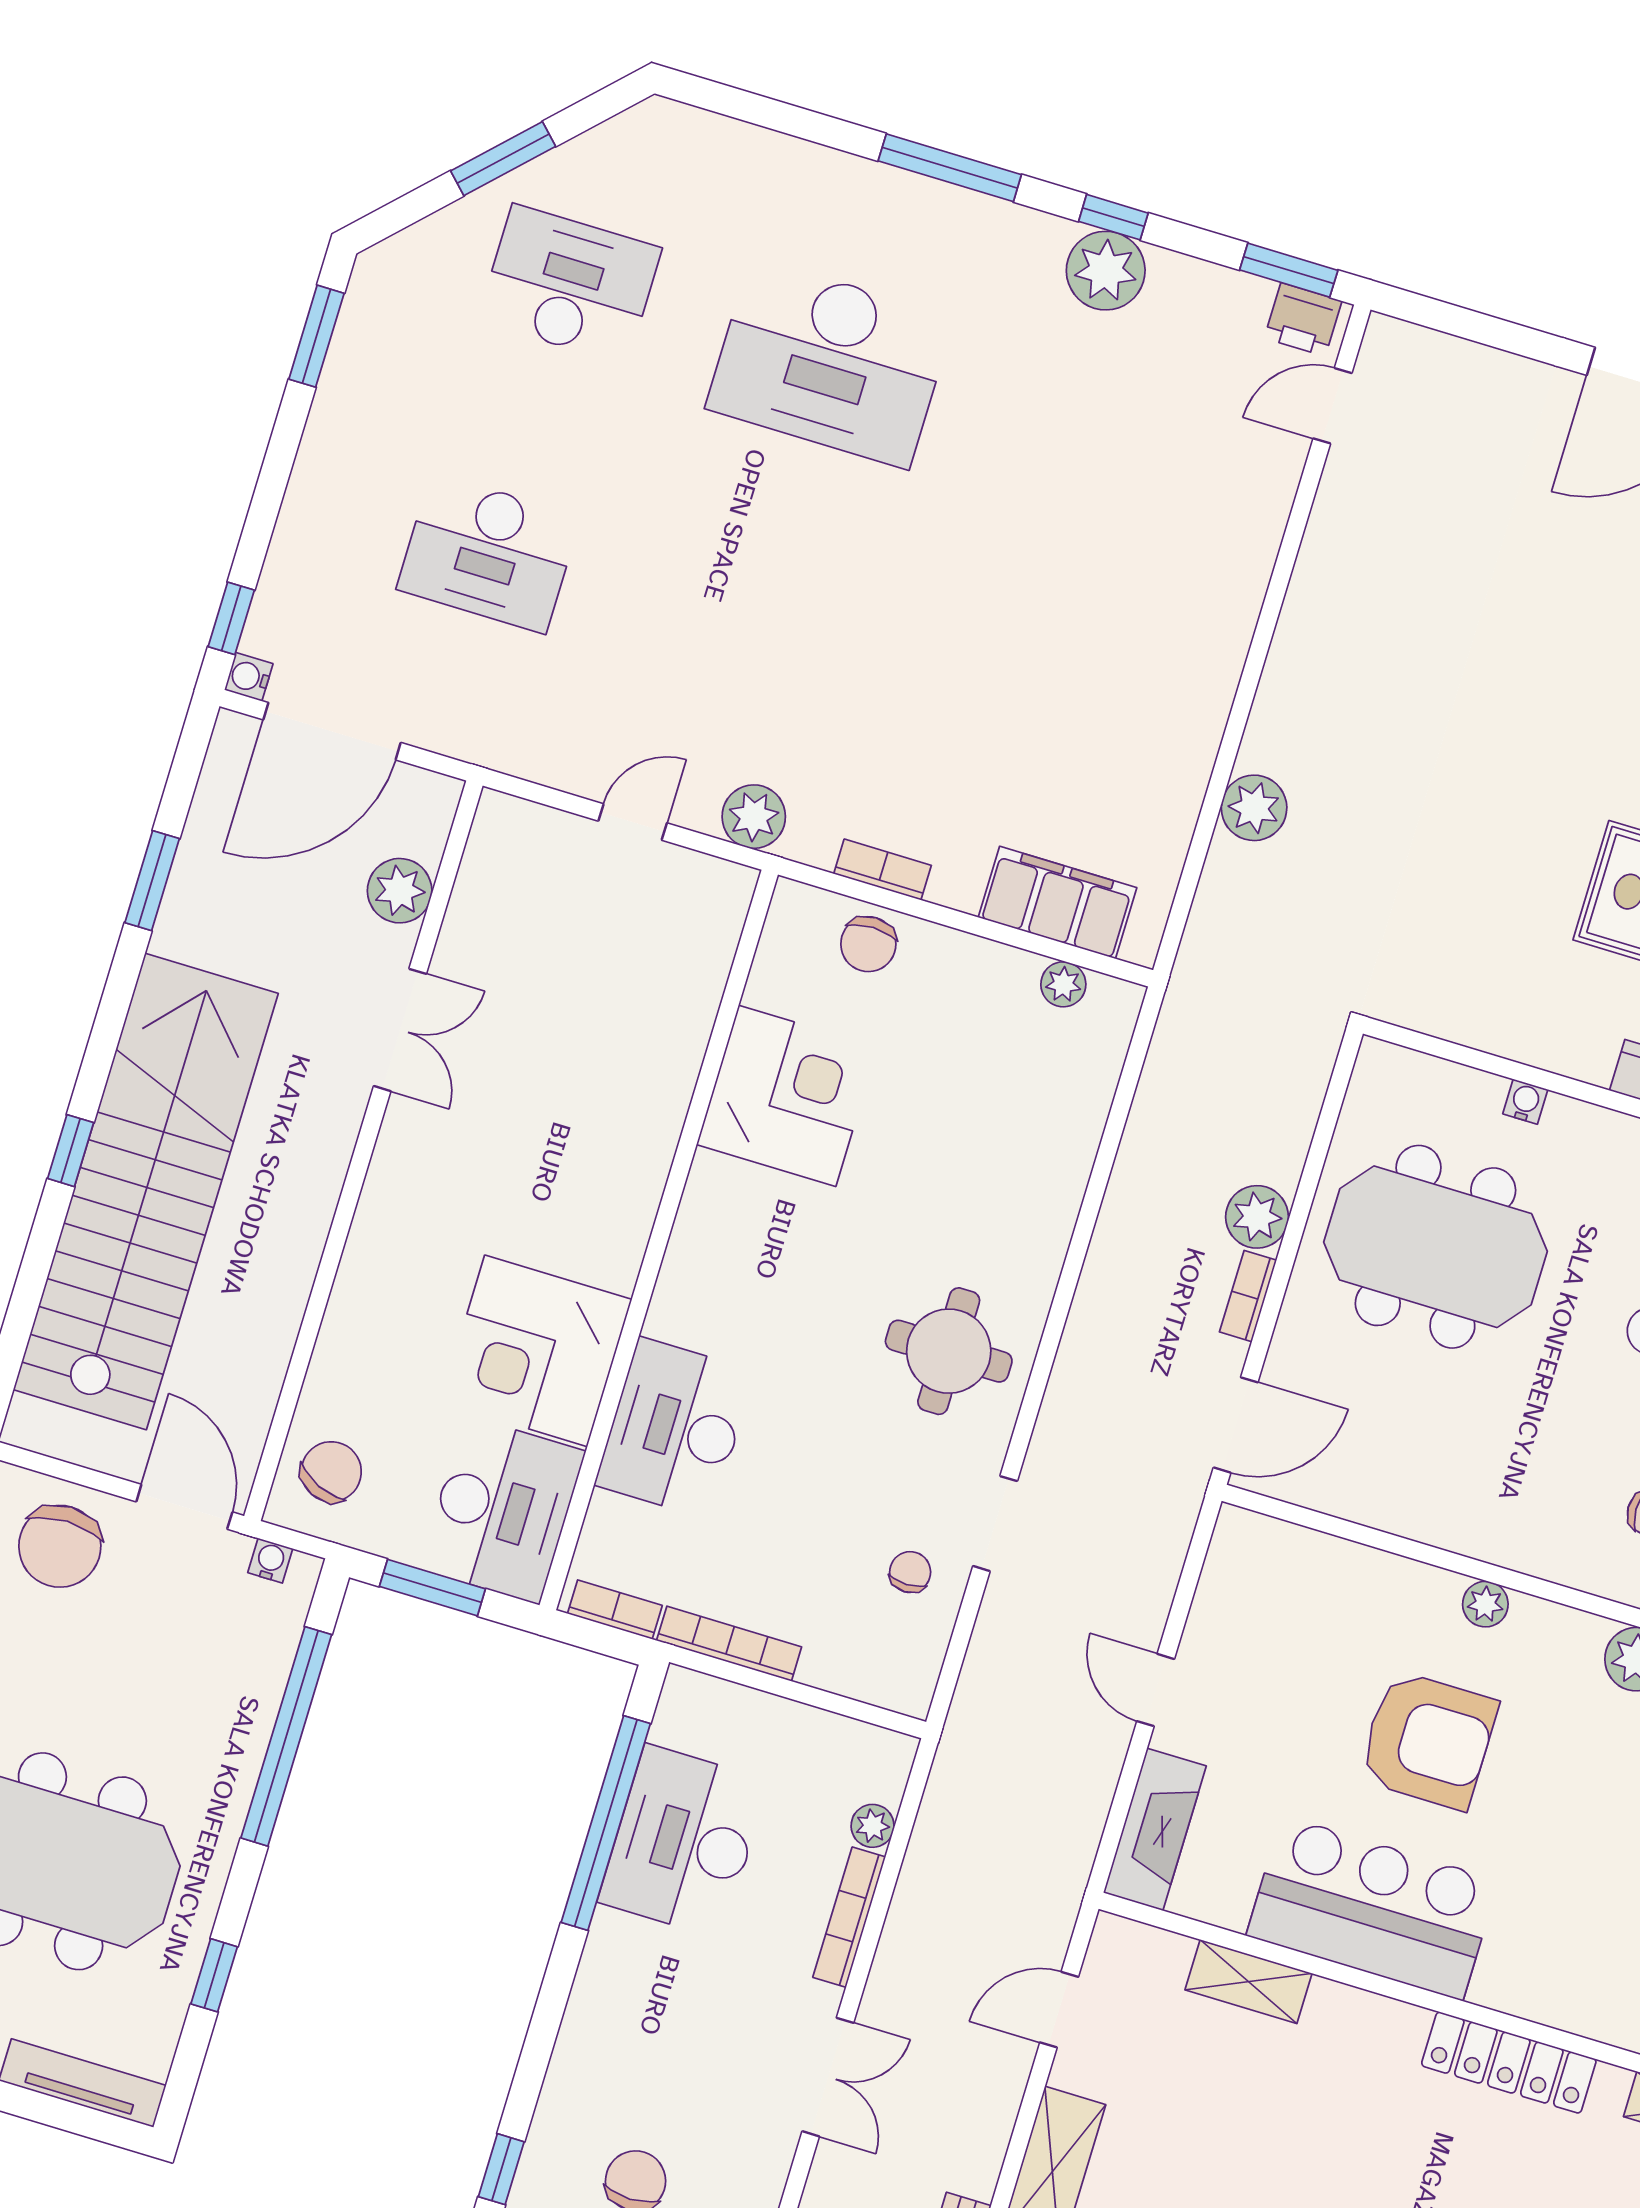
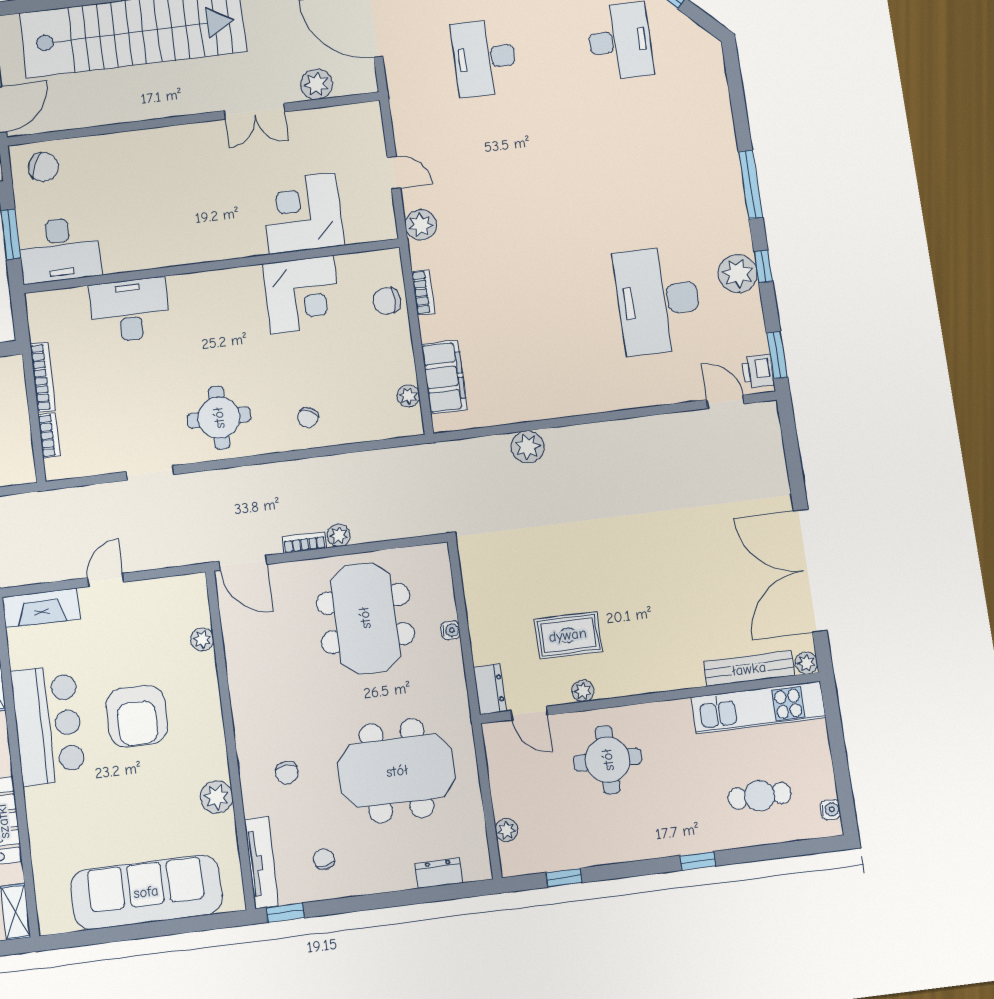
desk: (830, 363) -> (658, 300), moved
plant: (1257, 1217) -> (339, 535), width x0.73, depth x0.73
corner desk: (536, 1351) -> (303, 213), moved
chair: (910, 1572) -> (308, 418), moved, turned 117
plant: (1485, 1604) -> (202, 639), moved
bookcase: (615, 1610) -> (49, 435), moved

